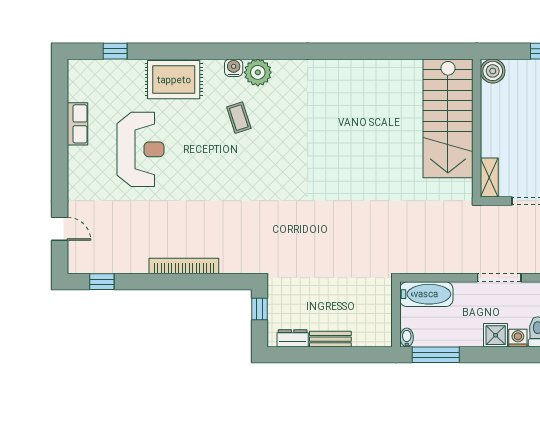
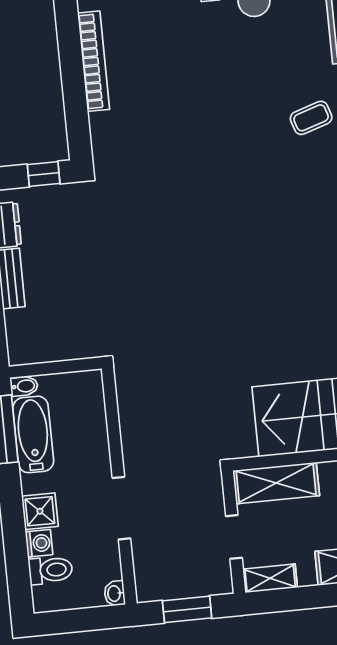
shelving: (489, 177) -> (276, 483), width x1.50, depth x1.33
bathtub: (426, 294) -> (33, 434), moved, turned 180

